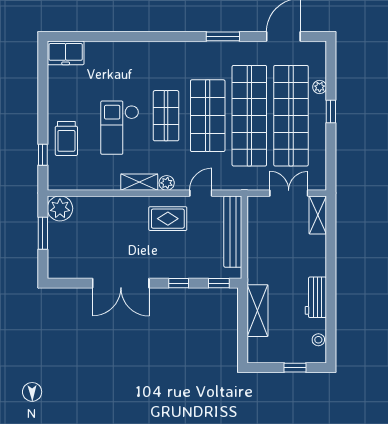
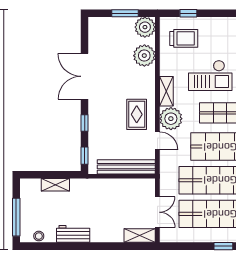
checkout: (120, 128) -> (210, 75), turned 180
trolley: (66, 138) -> (184, 38), moved, turned 180
plant: (167, 183) -> (171, 119), width x1.88, depth x1.88
plant: (95, 209) -> (144, 56), added
shelving: (258, 311) -> (55, 185), width x0.67, depth x0.75
window: (295, 368) -> (16, 217), width x2.17

